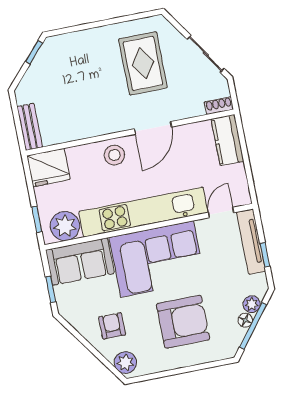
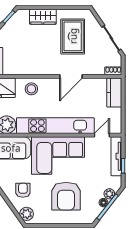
wardrobe: (89, 41) -> (43, 17), added
stool: (114, 155) -> (31, 89), moved
armchair: (183, 322) -> (66, 196), turned 90

